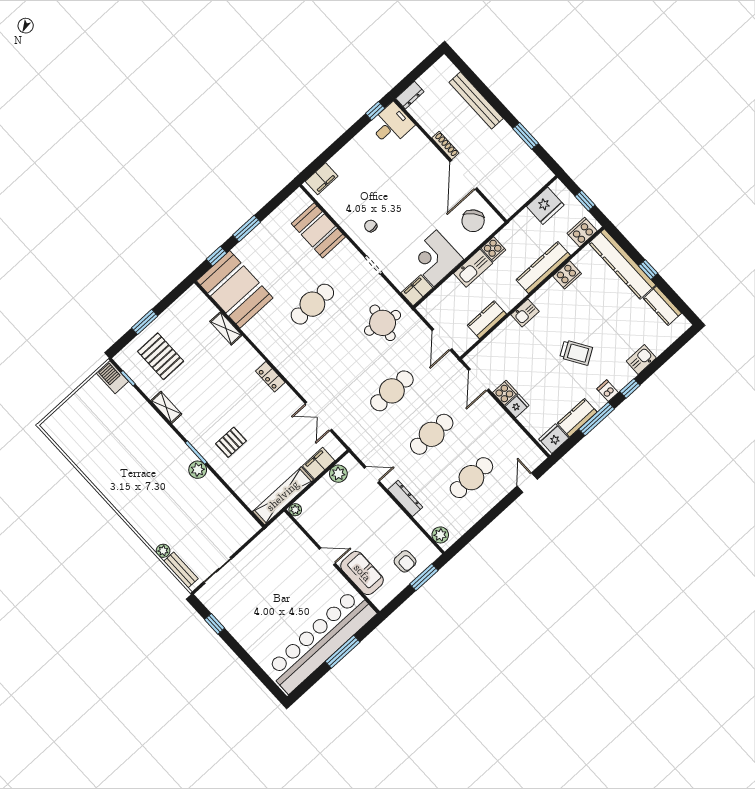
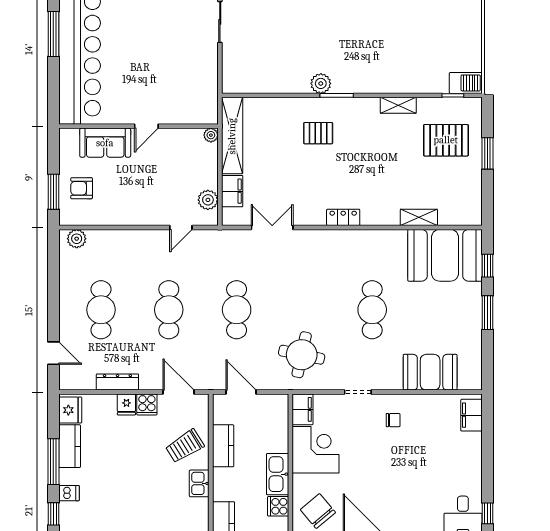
trolley: (576, 353) -> (185, 446), moved
pallet: (231, 442) -> (318, 133), turned 90
dresser: (405, 498) -> (117, 382), moved, turned 180
window: (343, 652) -> (53, 34), moved

